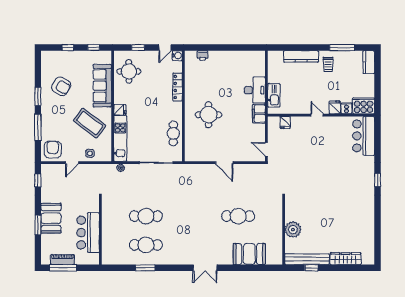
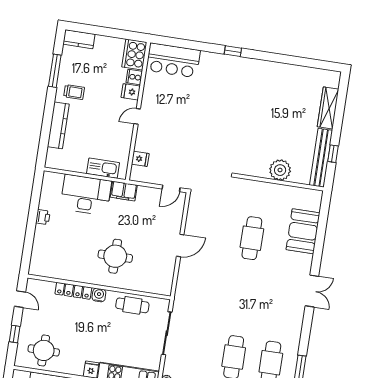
water cooler: (177, 55) -> (99, 295), moved
printer: (203, 55) -> (43, 217), moved
desk: (255, 90) -> (86, 195), width x1.36, depth x1.30

